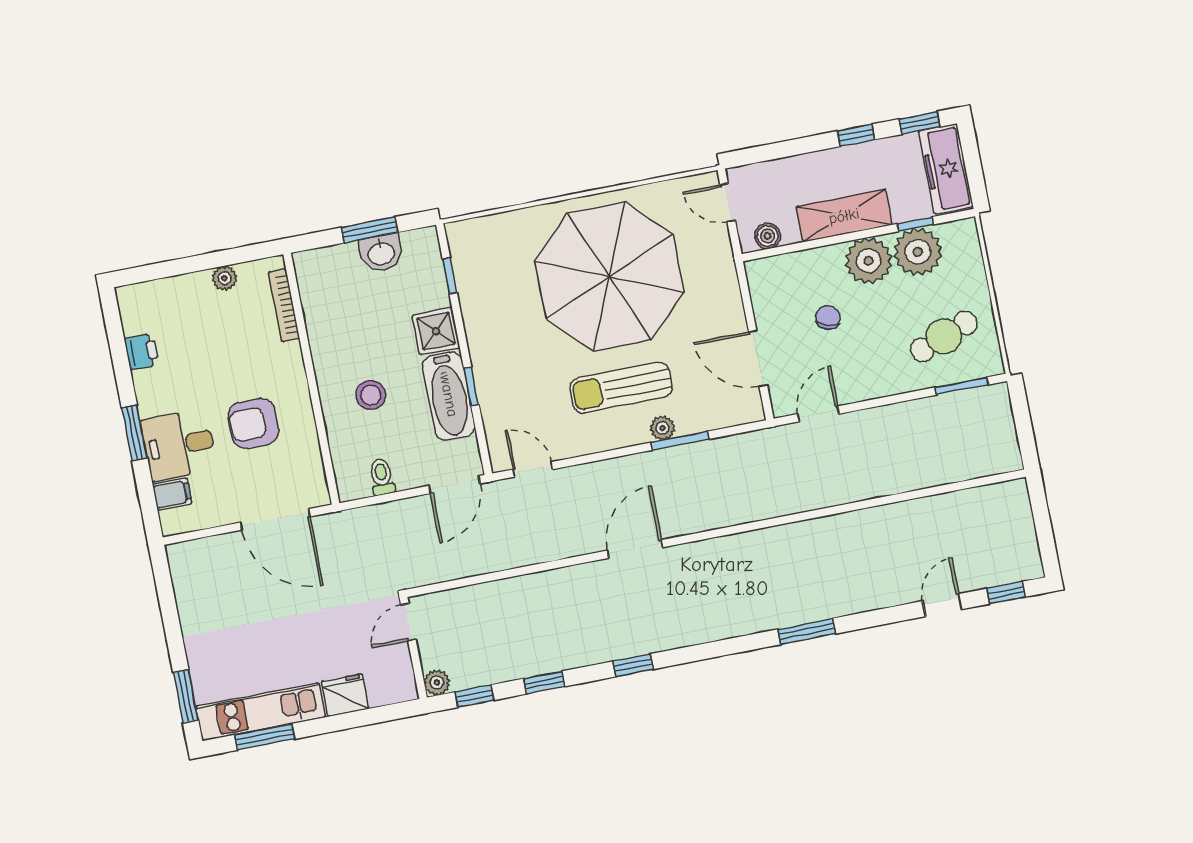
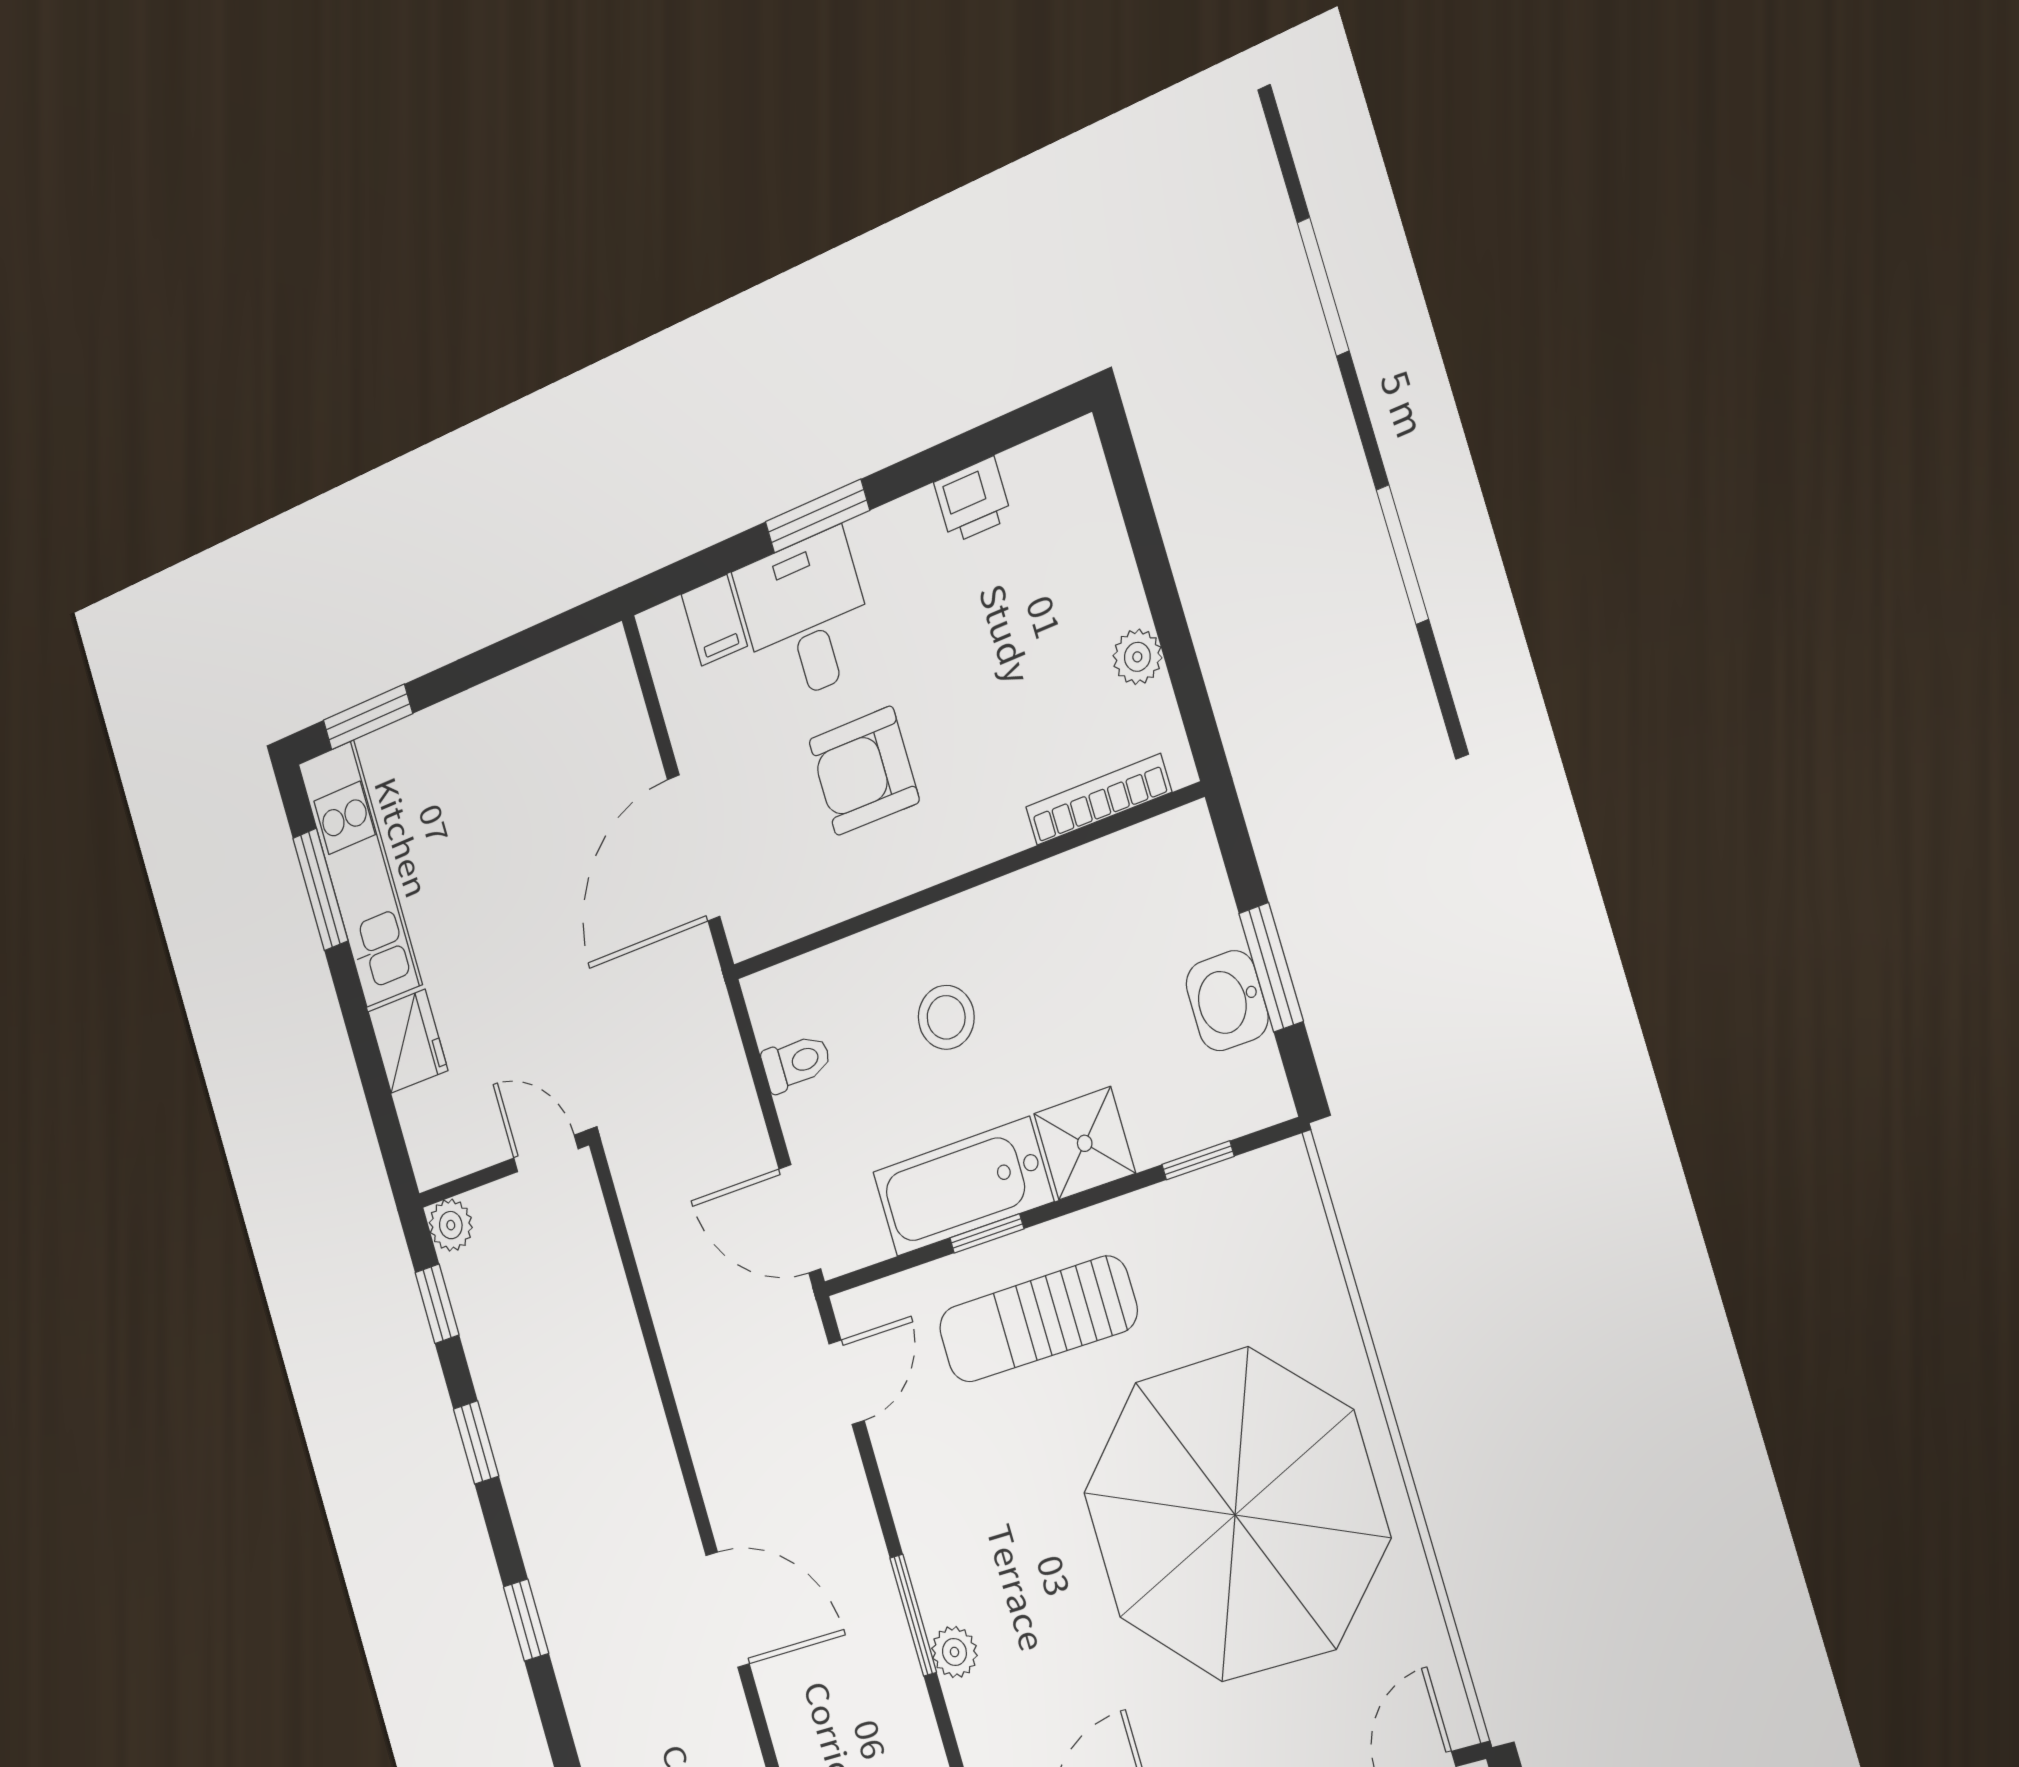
sun lounger: (621, 388) -> (1038, 1319), moved, turned -90
armchair: (253, 423) -> (864, 771), turned -90
window: (680, 441) -> (913, 1615), moved

